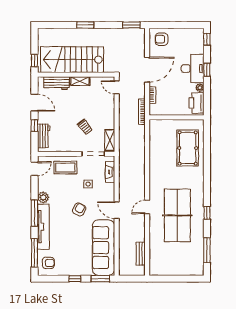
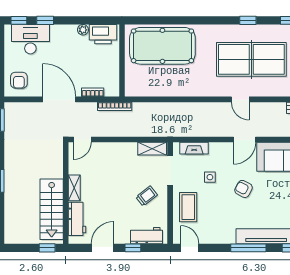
stairs: (72, 60) -> (52, 209), width x0.73, depth x0.66
desk: (193, 69) -> (30, 39), moved
window: (207, 70) -> (45, 20), moved
trolley: (85, 127) -> (147, 196), moved
pool table: (188, 148) -> (162, 46), width x1.36, depth x1.32
plant: (43, 197) -> (228, 236), removed

